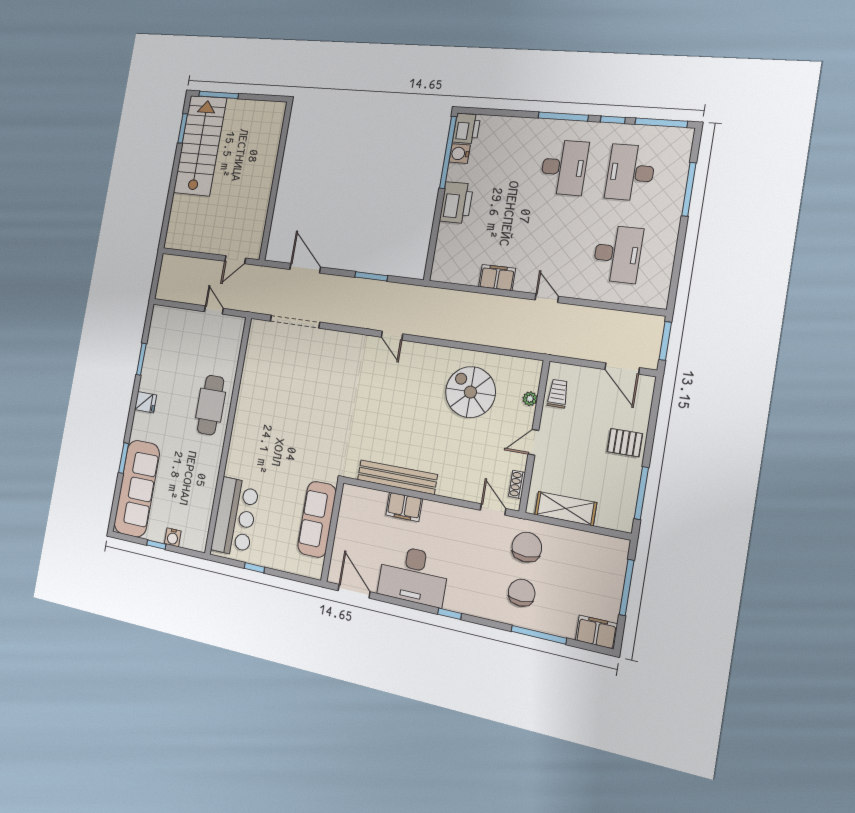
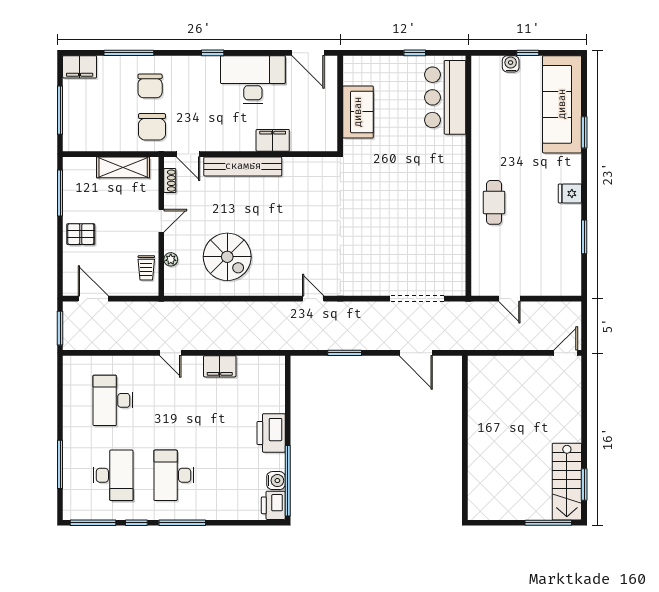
stairs: (200, 146) -> (567, 482), width x0.73, depth x0.66
door: (235, 260) -> (566, 353), moved
cafe table: (211, 405) -> (494, 202), width x0.73, depth x0.74
bench: (397, 477) -> (243, 166), moved
sofa: (317, 519) -> (358, 112), width x0.73

